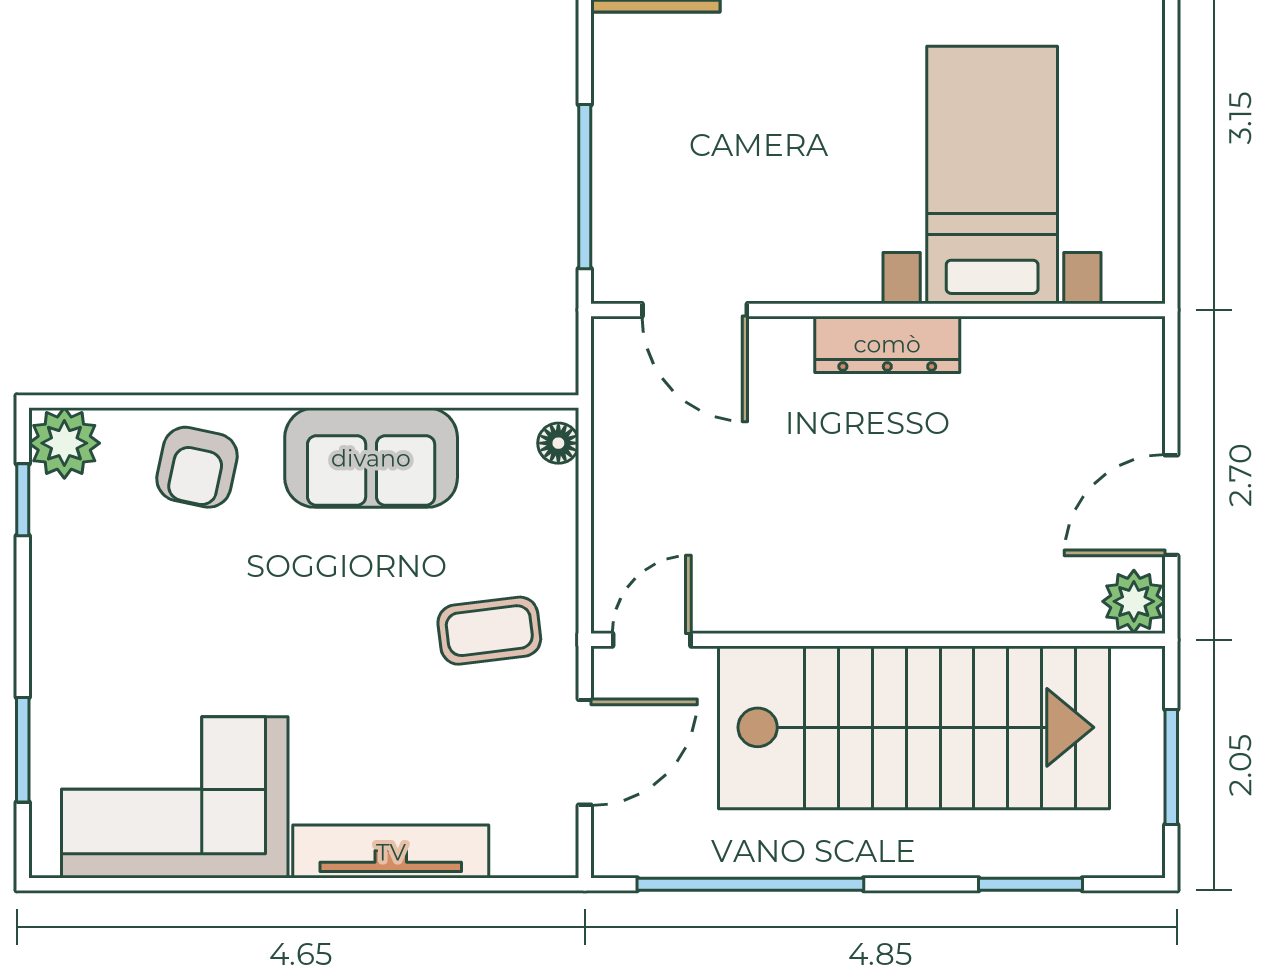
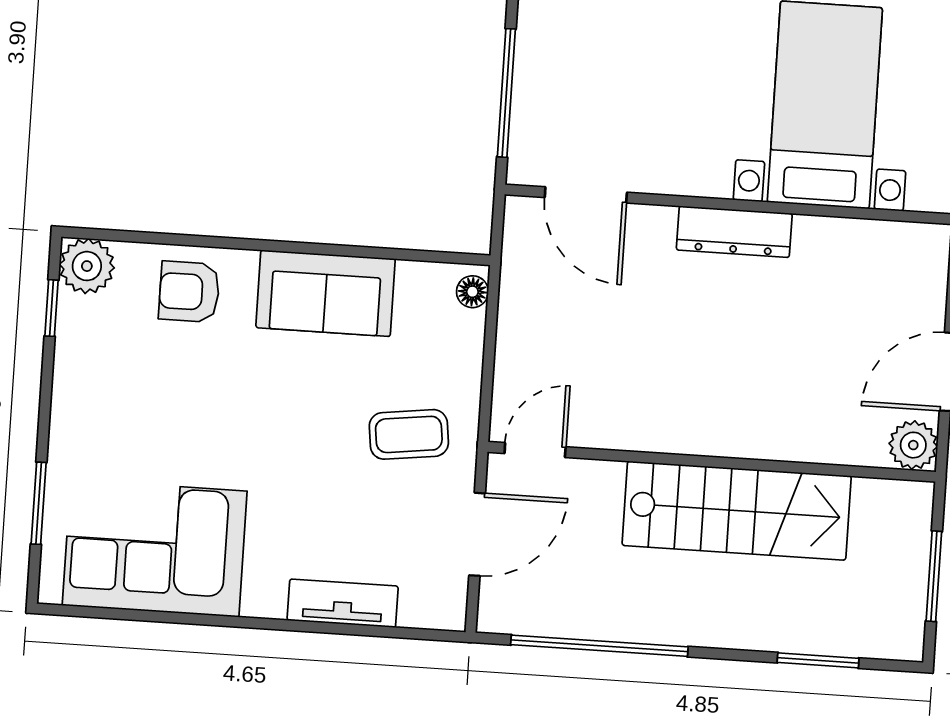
armchair: (197, 467) -> (189, 292), turned 78
stairs: (914, 727) -> (737, 511), width x0.73, depth x0.66
tv unit: (391, 852) -> (343, 603), width x0.71

